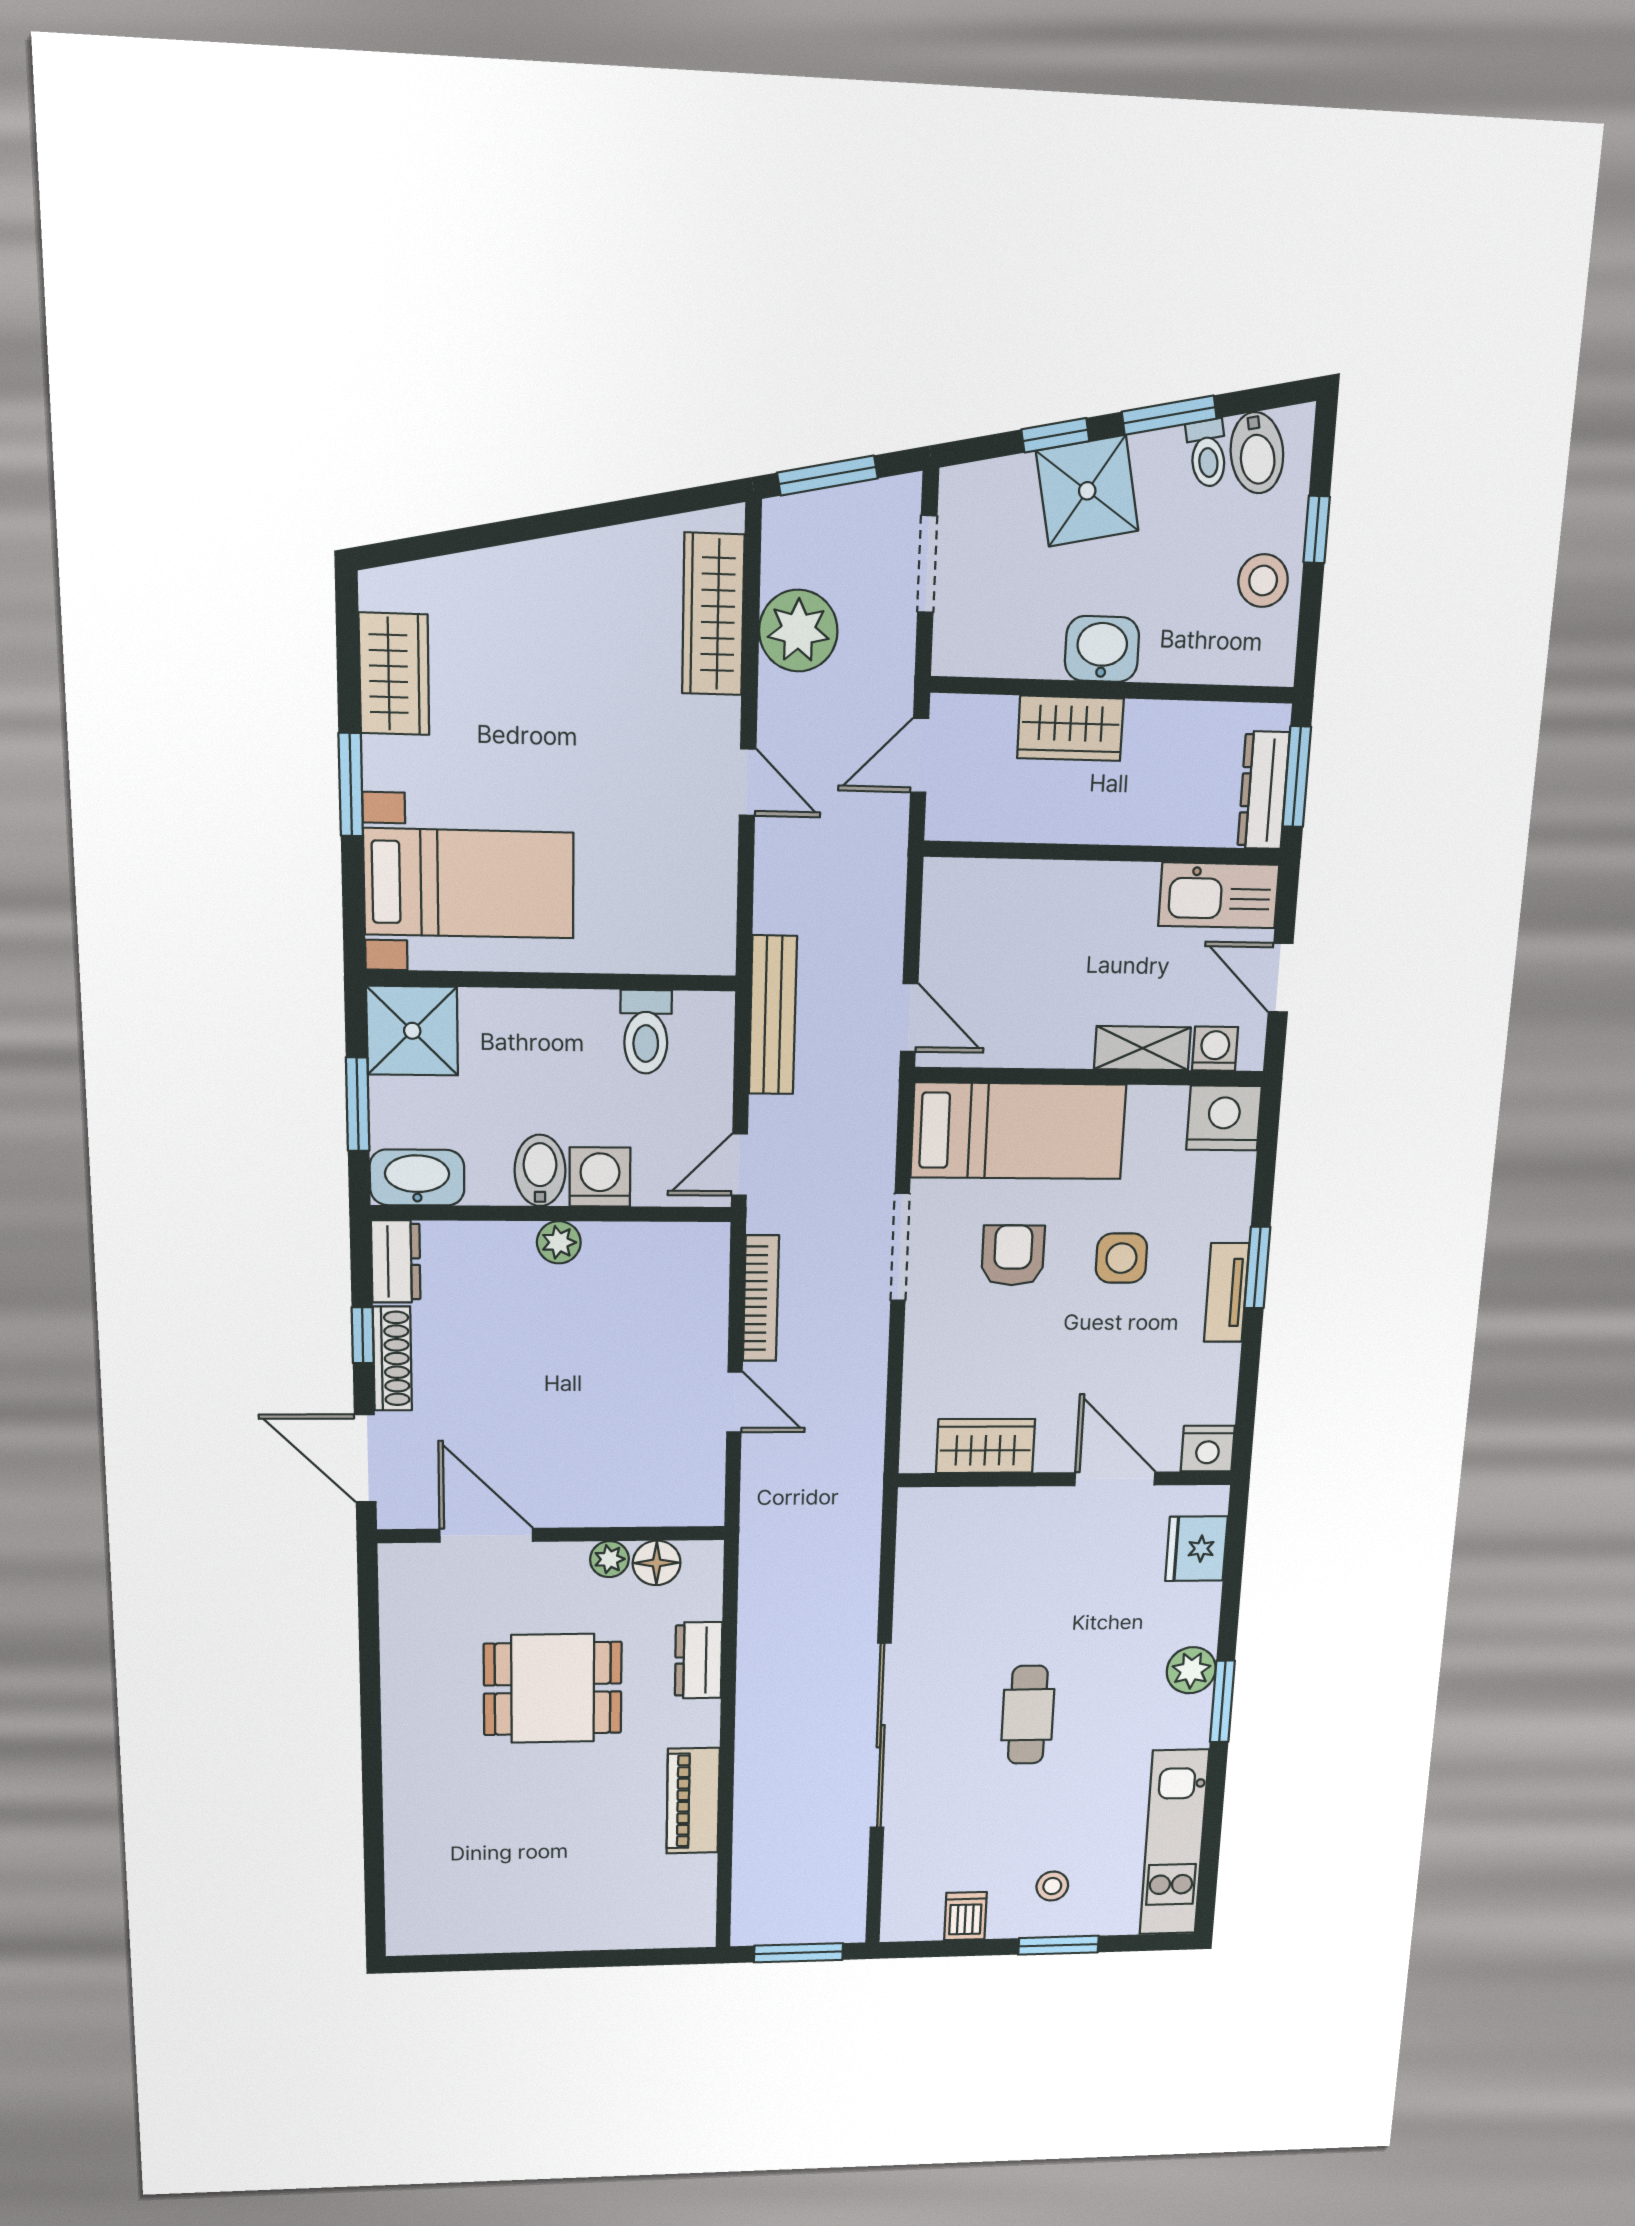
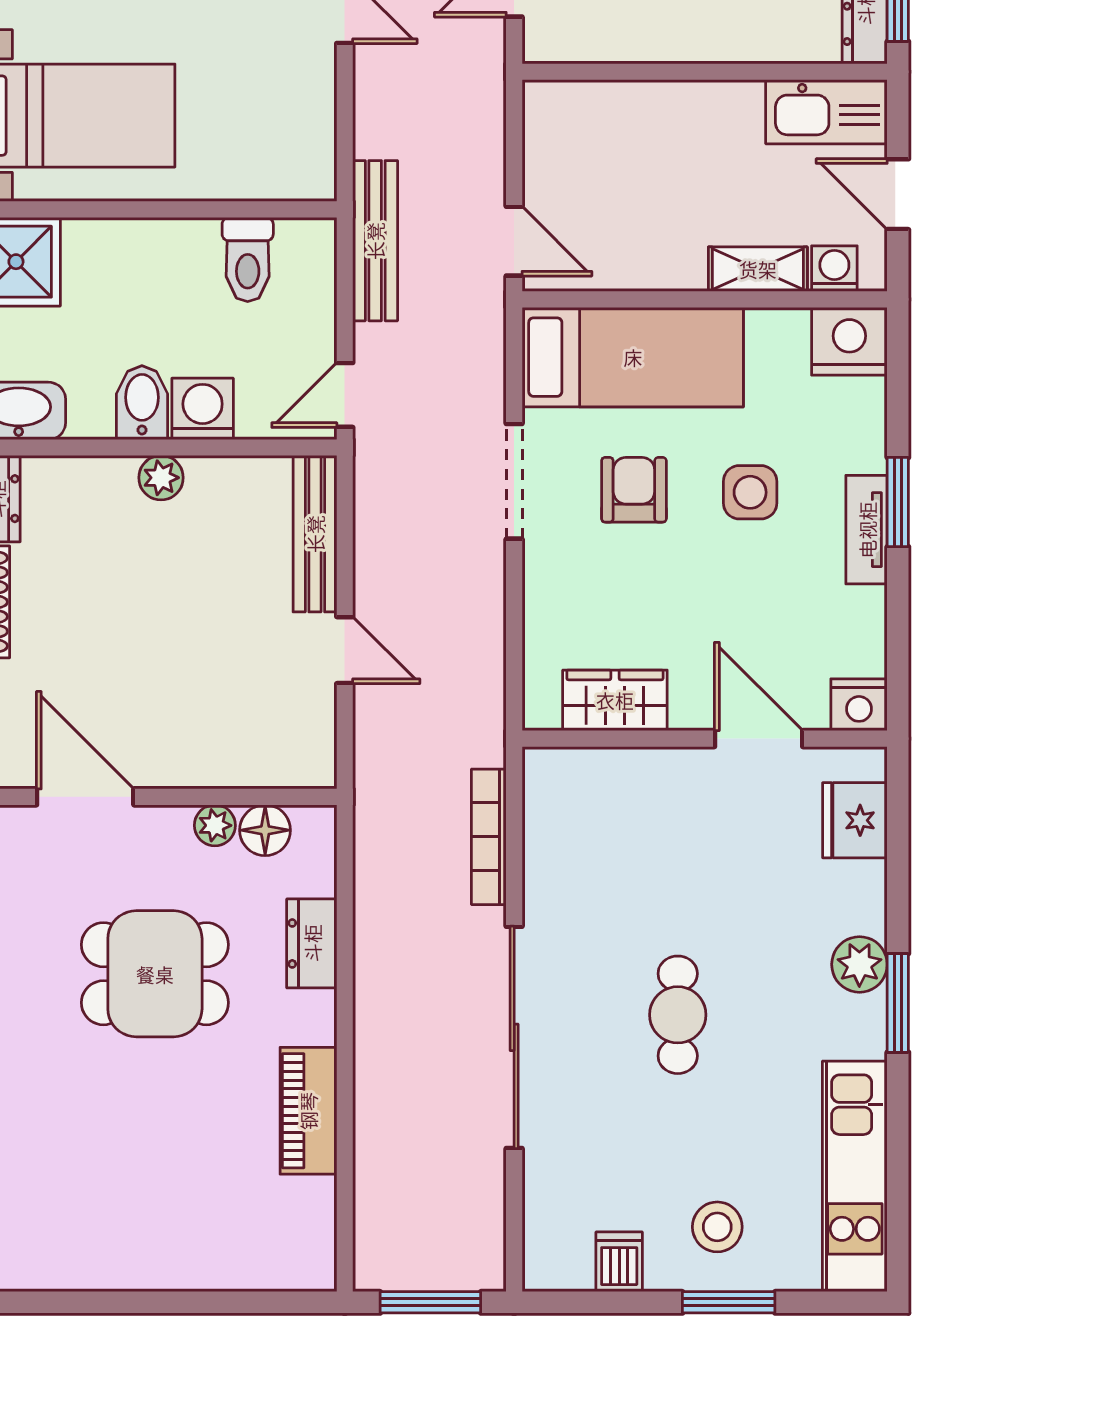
bench: (708, 1295) -> (315, 534), added
bookcase: (761, 1298) -> (489, 837), moved, turned 180
stool: (1052, 1886) -> (717, 1227), width x1.37, depth x1.37

